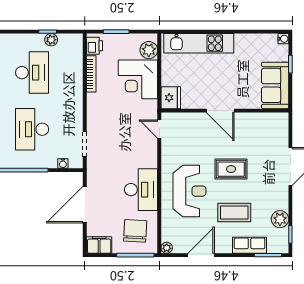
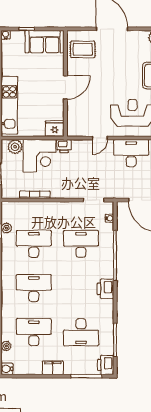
printer: (94, 46) -> (64, 146), moved, turned 180
desk: (32, 129) -> (81, 244), turned 180
door: (159, 129) -> (100, 138), moved
rug: (231, 169) -> (83, 49), moved, turned 90

